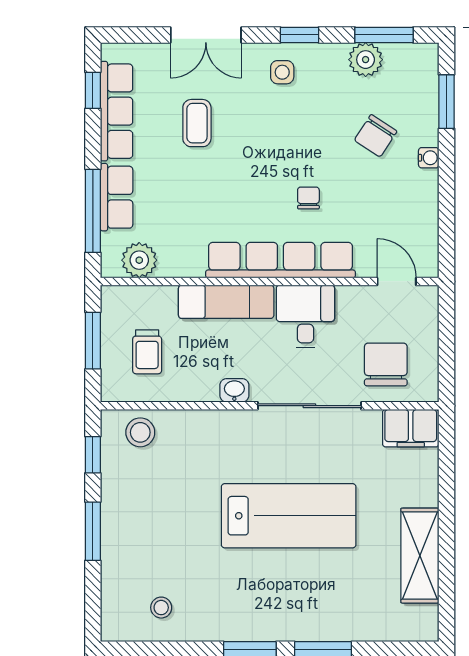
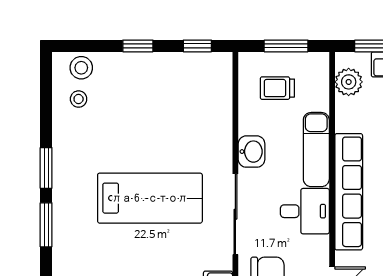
washbasin: (234, 390) -> (252, 152), width x1.38, depth x1.45
stool: (140, 432) -> (81, 68), moved
lab bench: (289, 516) -> (150, 198), turned -90
window: (93, 531) -> (138, 46), width x0.67

